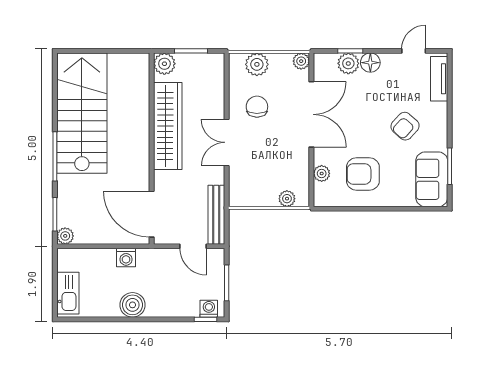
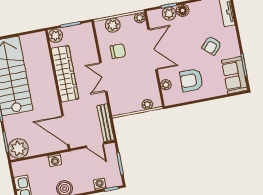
chair: (257, 107) -> (118, 51), turned 90
plant: (65, 236) -> (18, 149), width x1.88, depth x1.88
washing machine: (209, 309) -> (100, 184), moved

